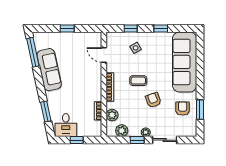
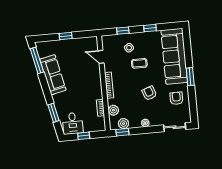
coffee table: (138, 81) -> (139, 63), moved
window: (200, 110) -> (190, 77), moved
window: (137, 140) -> (122, 132), moved
sliding door: (165, 140) -> (175, 127), moved

